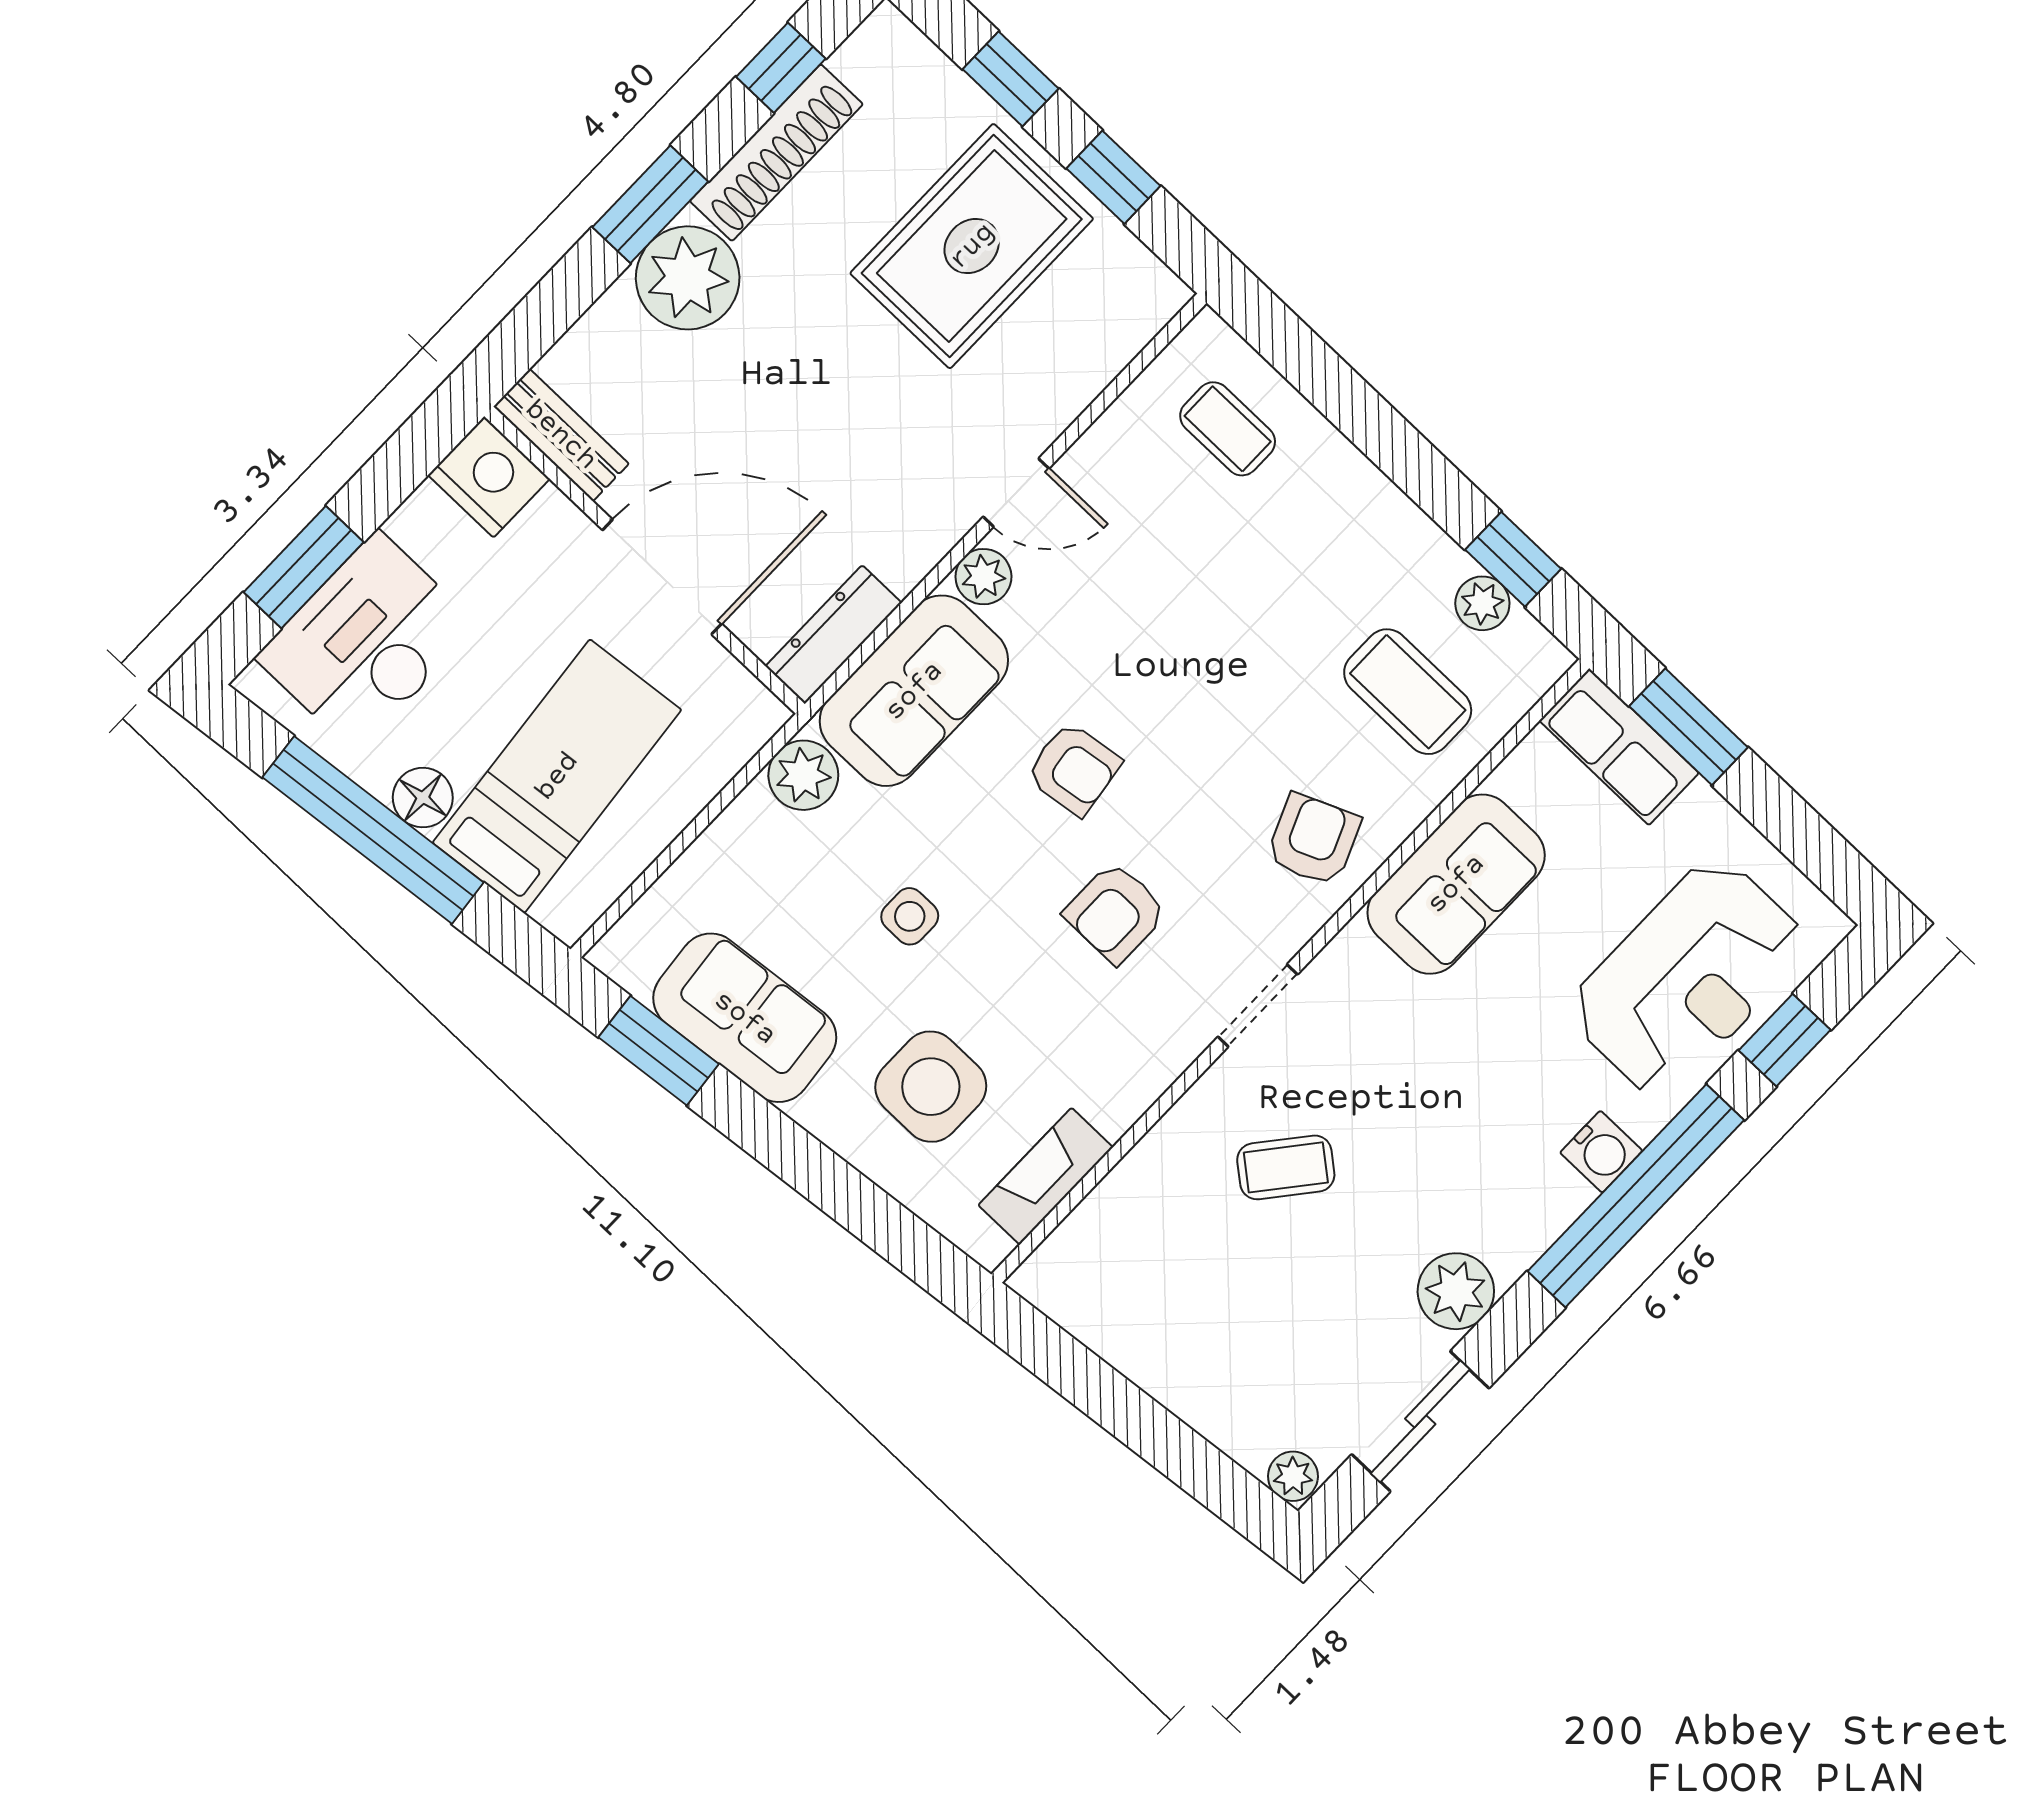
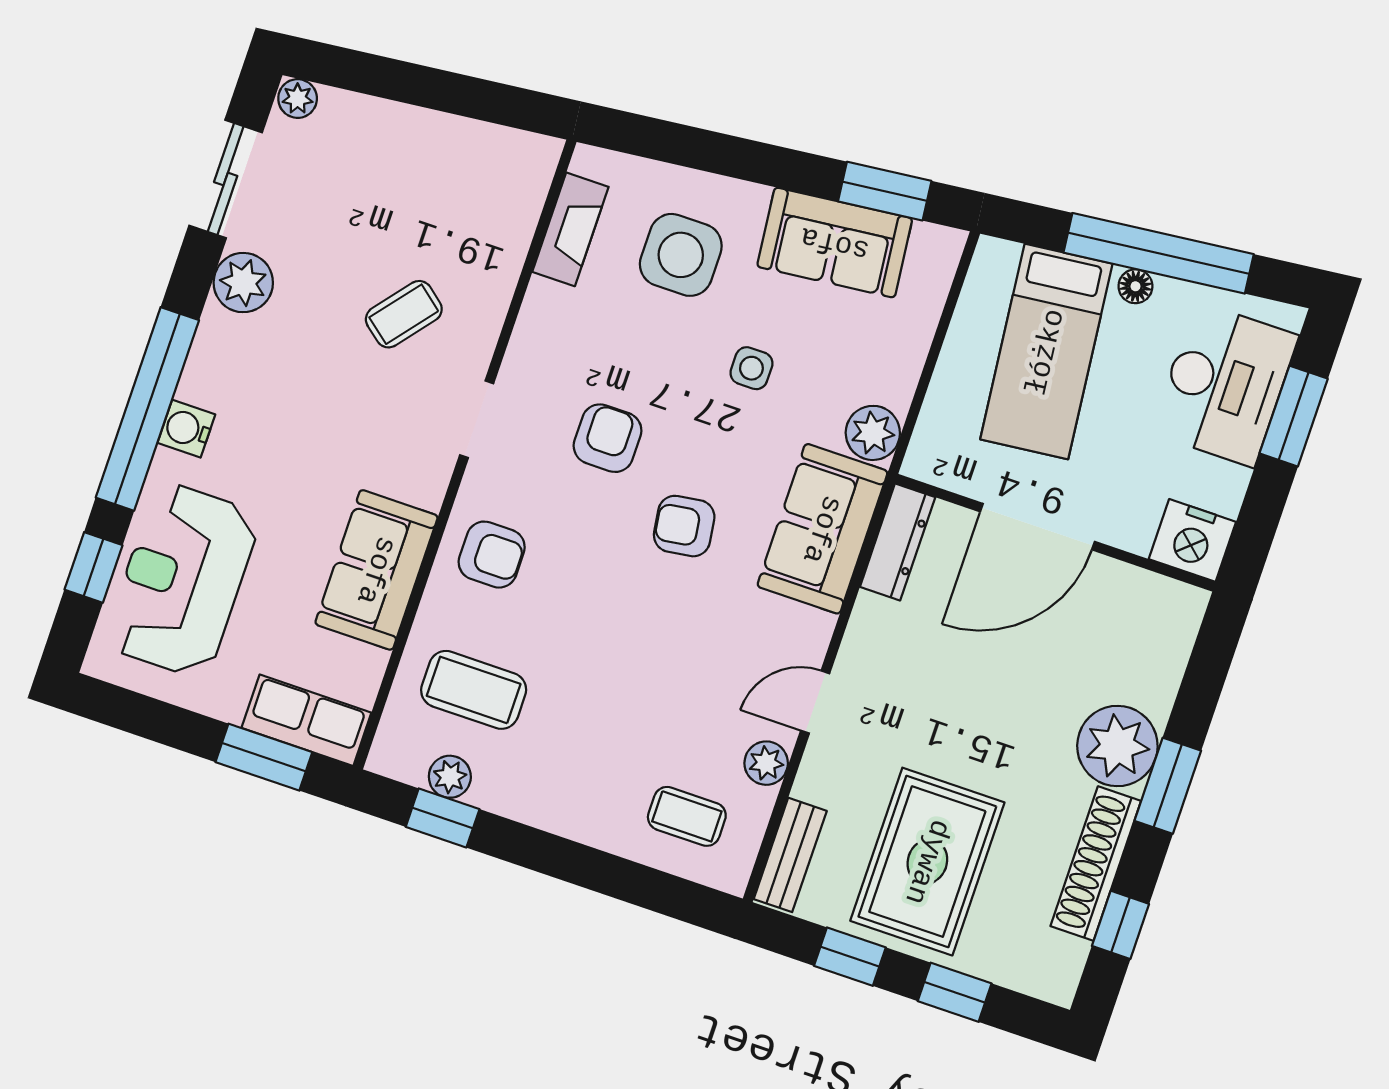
bench: (561, 435) -> (790, 855), moved, turned 90
plant: (983, 577) -> (766, 763), moved
floor lamp: (423, 798) -> (1135, 286), width x0.73, depth x0.73
armchair: (1313, 840) -> (492, 555), turned -67

